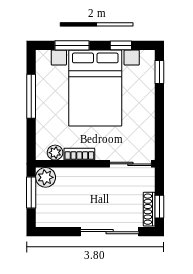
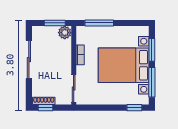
window: (121, 45) -> (152, 82), width x2.17
window: (31, 96) -> (99, 23), moved
plant: (55, 153) -> (81, 39), removed
sliding door: (110, 232) -> (29, 60), moved

